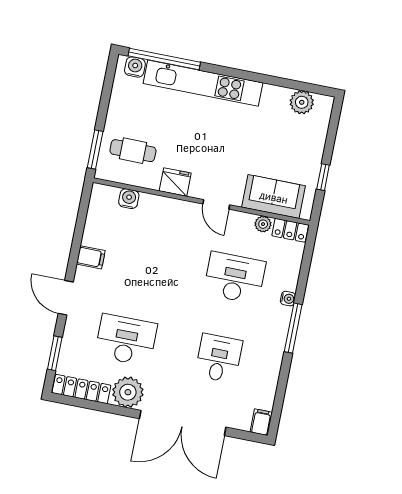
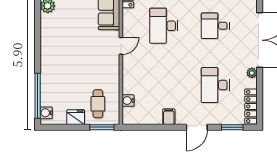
kitchen unit: (203, 83) -> (48, 69), removed
fridge: (175, 182) -> (76, 117), moved, turned 90
plant: (263, 224) -> (127, 15), removed
plant: (128, 392) -> (252, 73), width x0.53, depth x0.53

